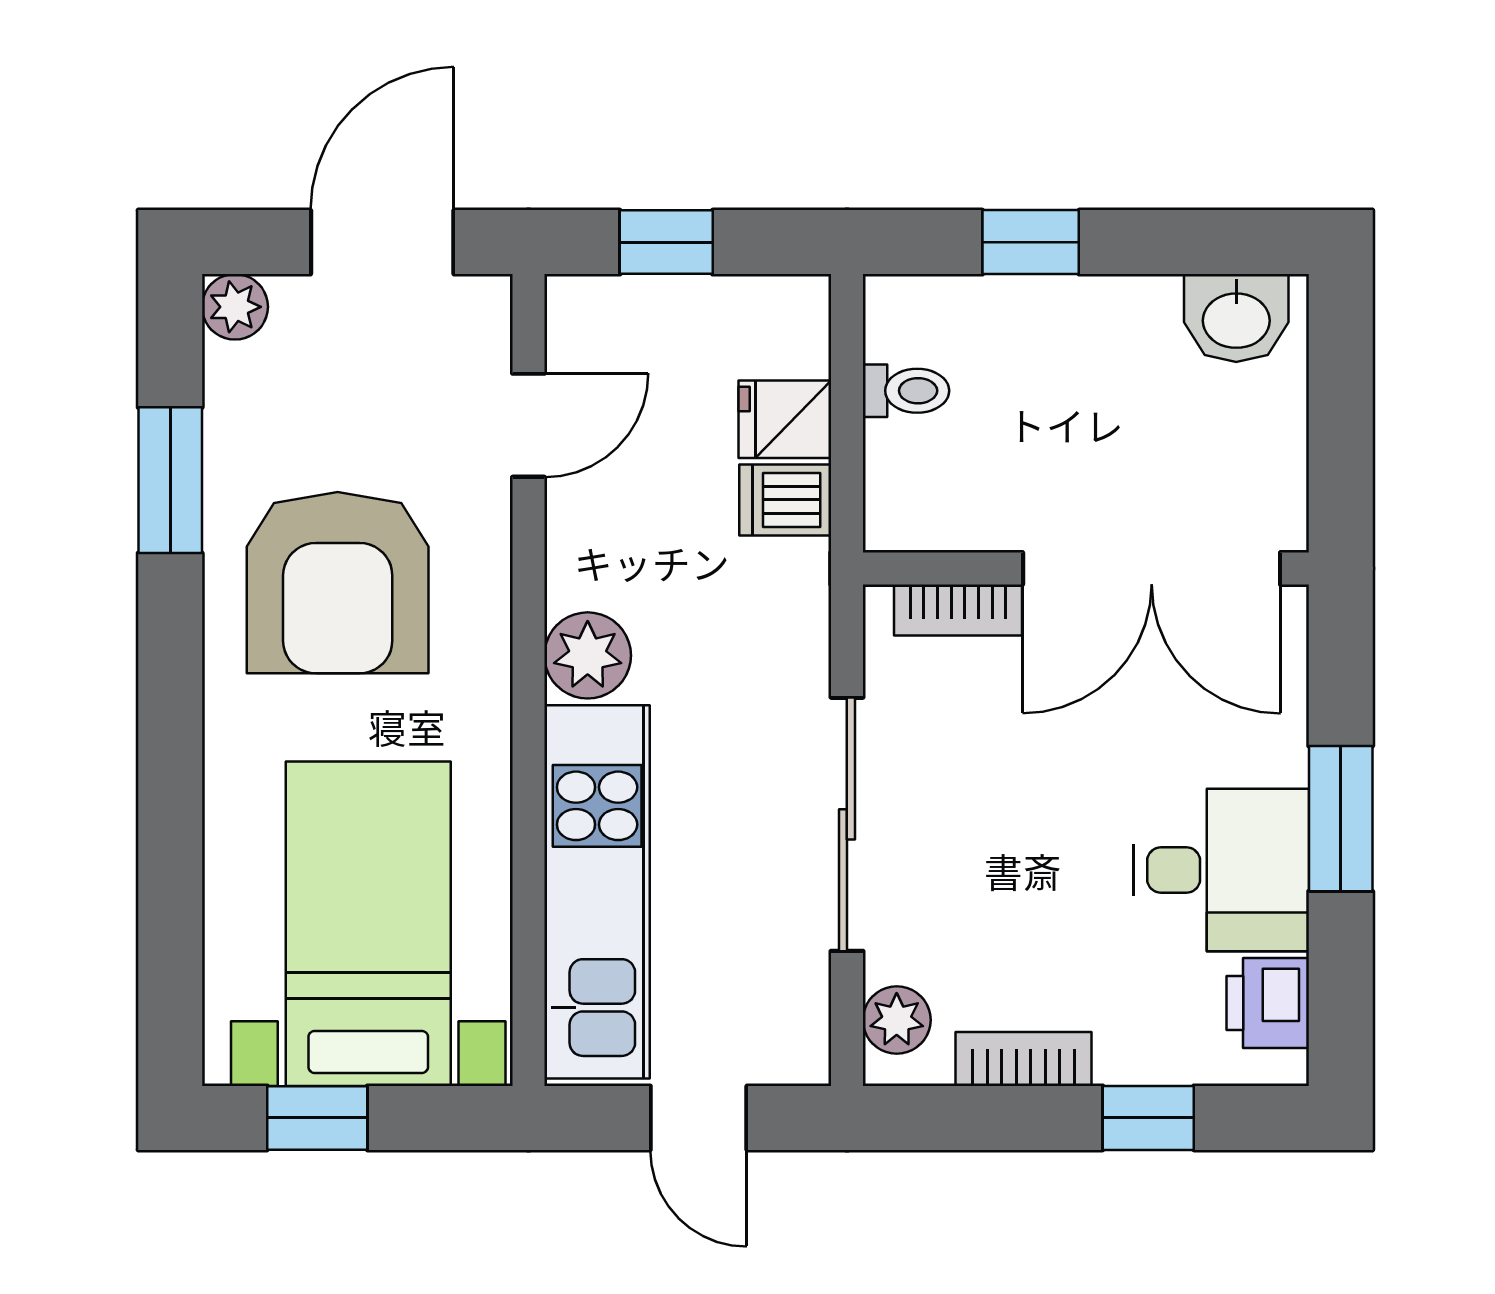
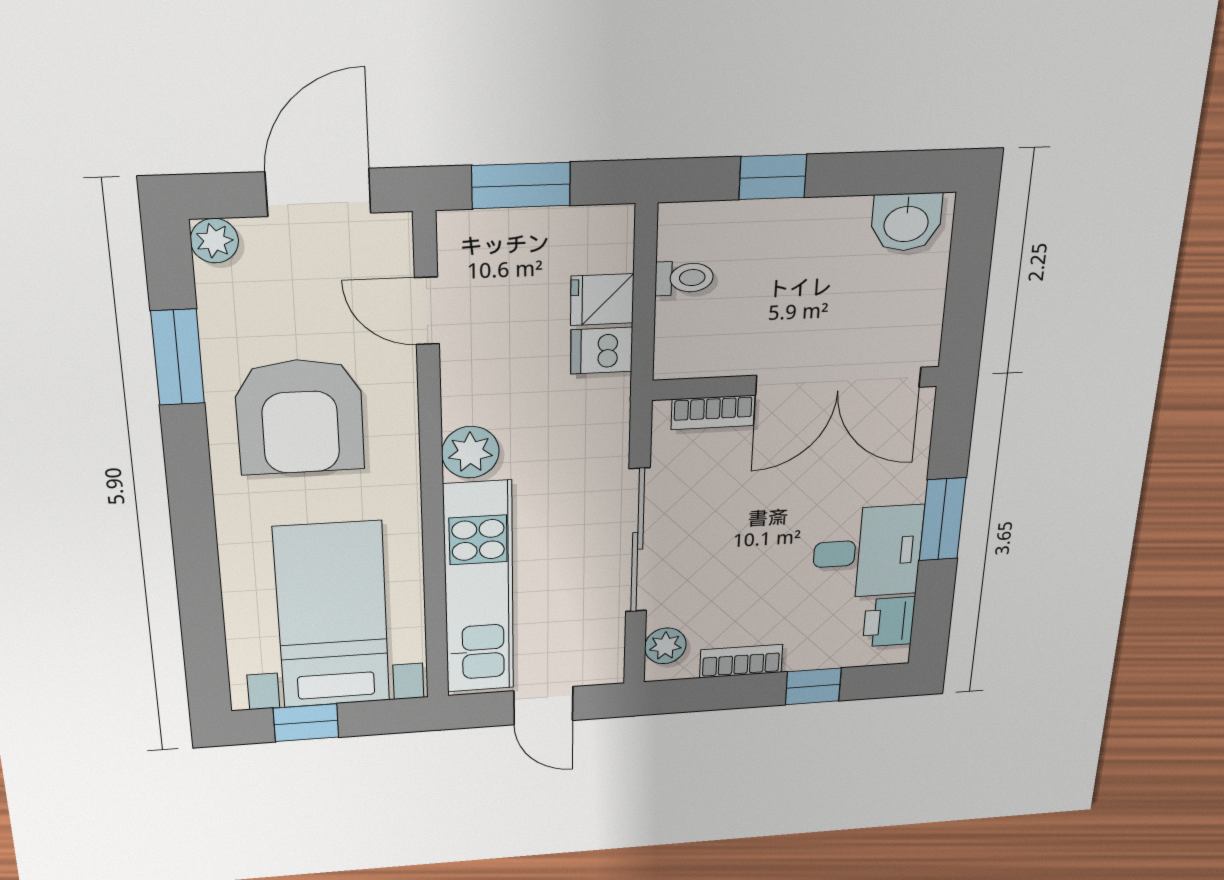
window: (666, 242) -> (521, 186), width x1.50
door: (529, 425) -> (427, 311), swing flipped

